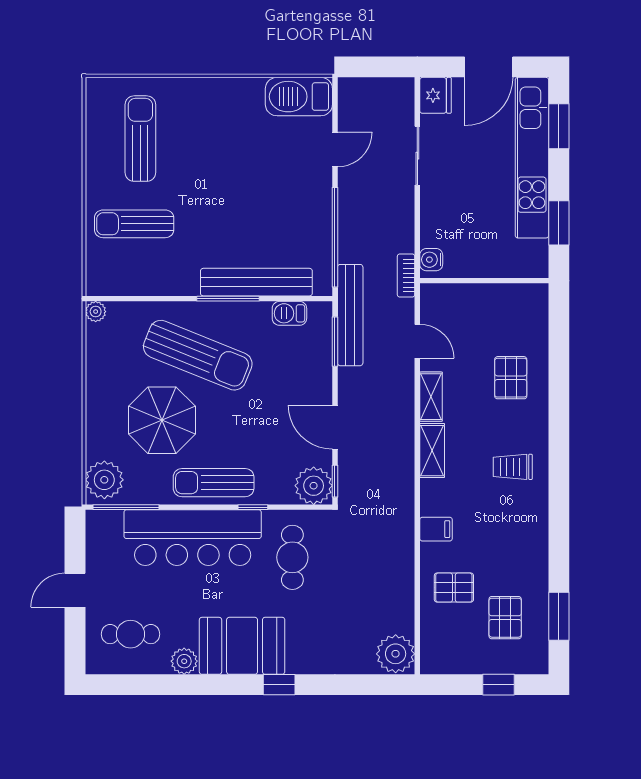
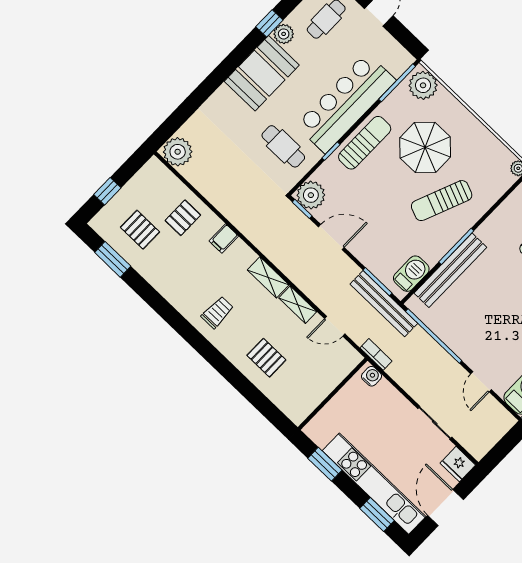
barbecue: (289, 313) -> (411, 274), width x1.38, depth x1.27
sun lounger: (198, 355) -> (442, 201), width x0.73, depth x0.75
window: (279, 685) -> (269, 23), moved

